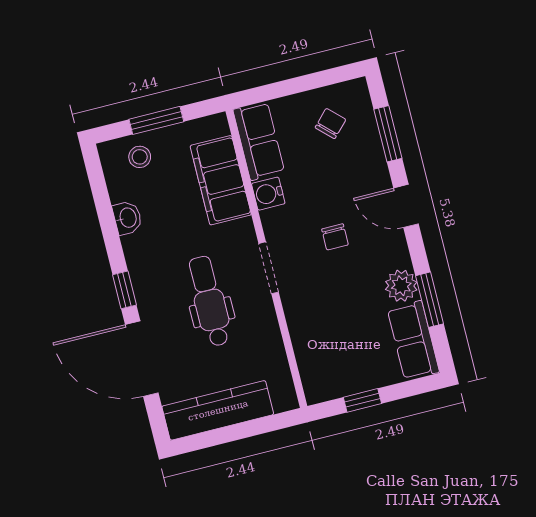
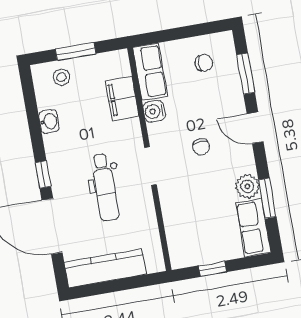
chair: (330, 124) -> (204, 63), turned 46
filing cabinet: (221, 180) -> (122, 98), width x0.67, depth x0.86
dental chair: (209, 301) -> (105, 187), turned 180

